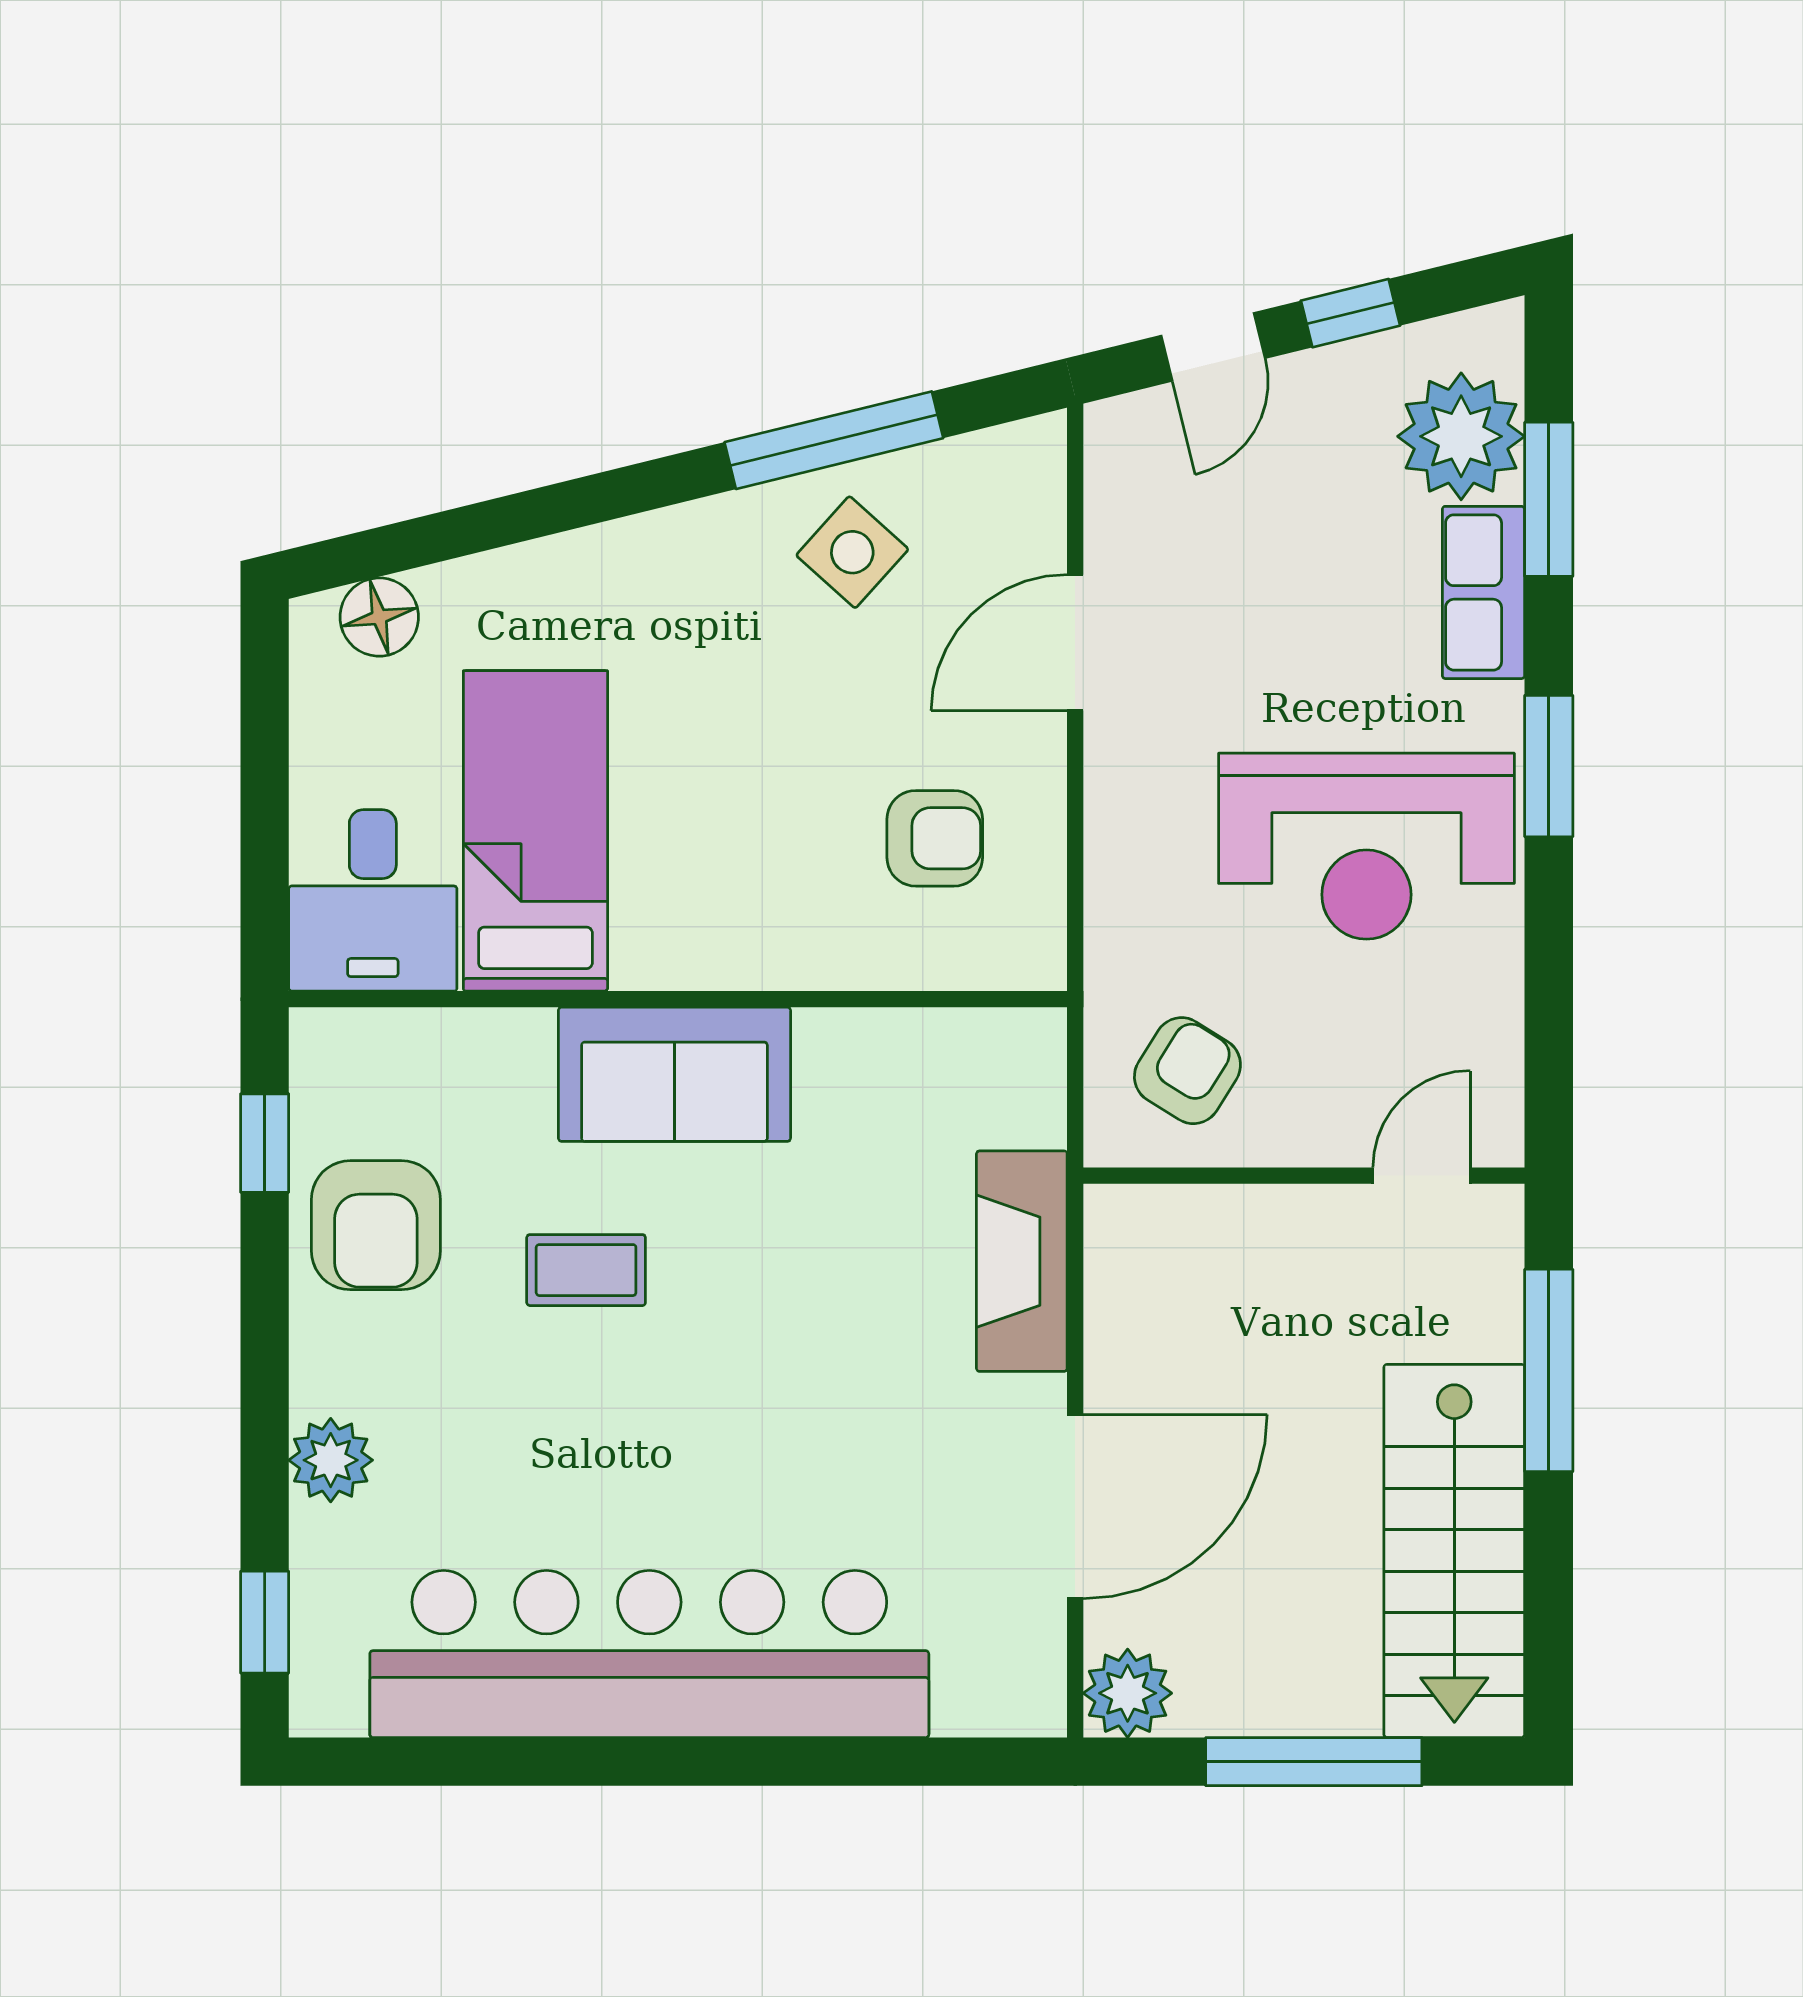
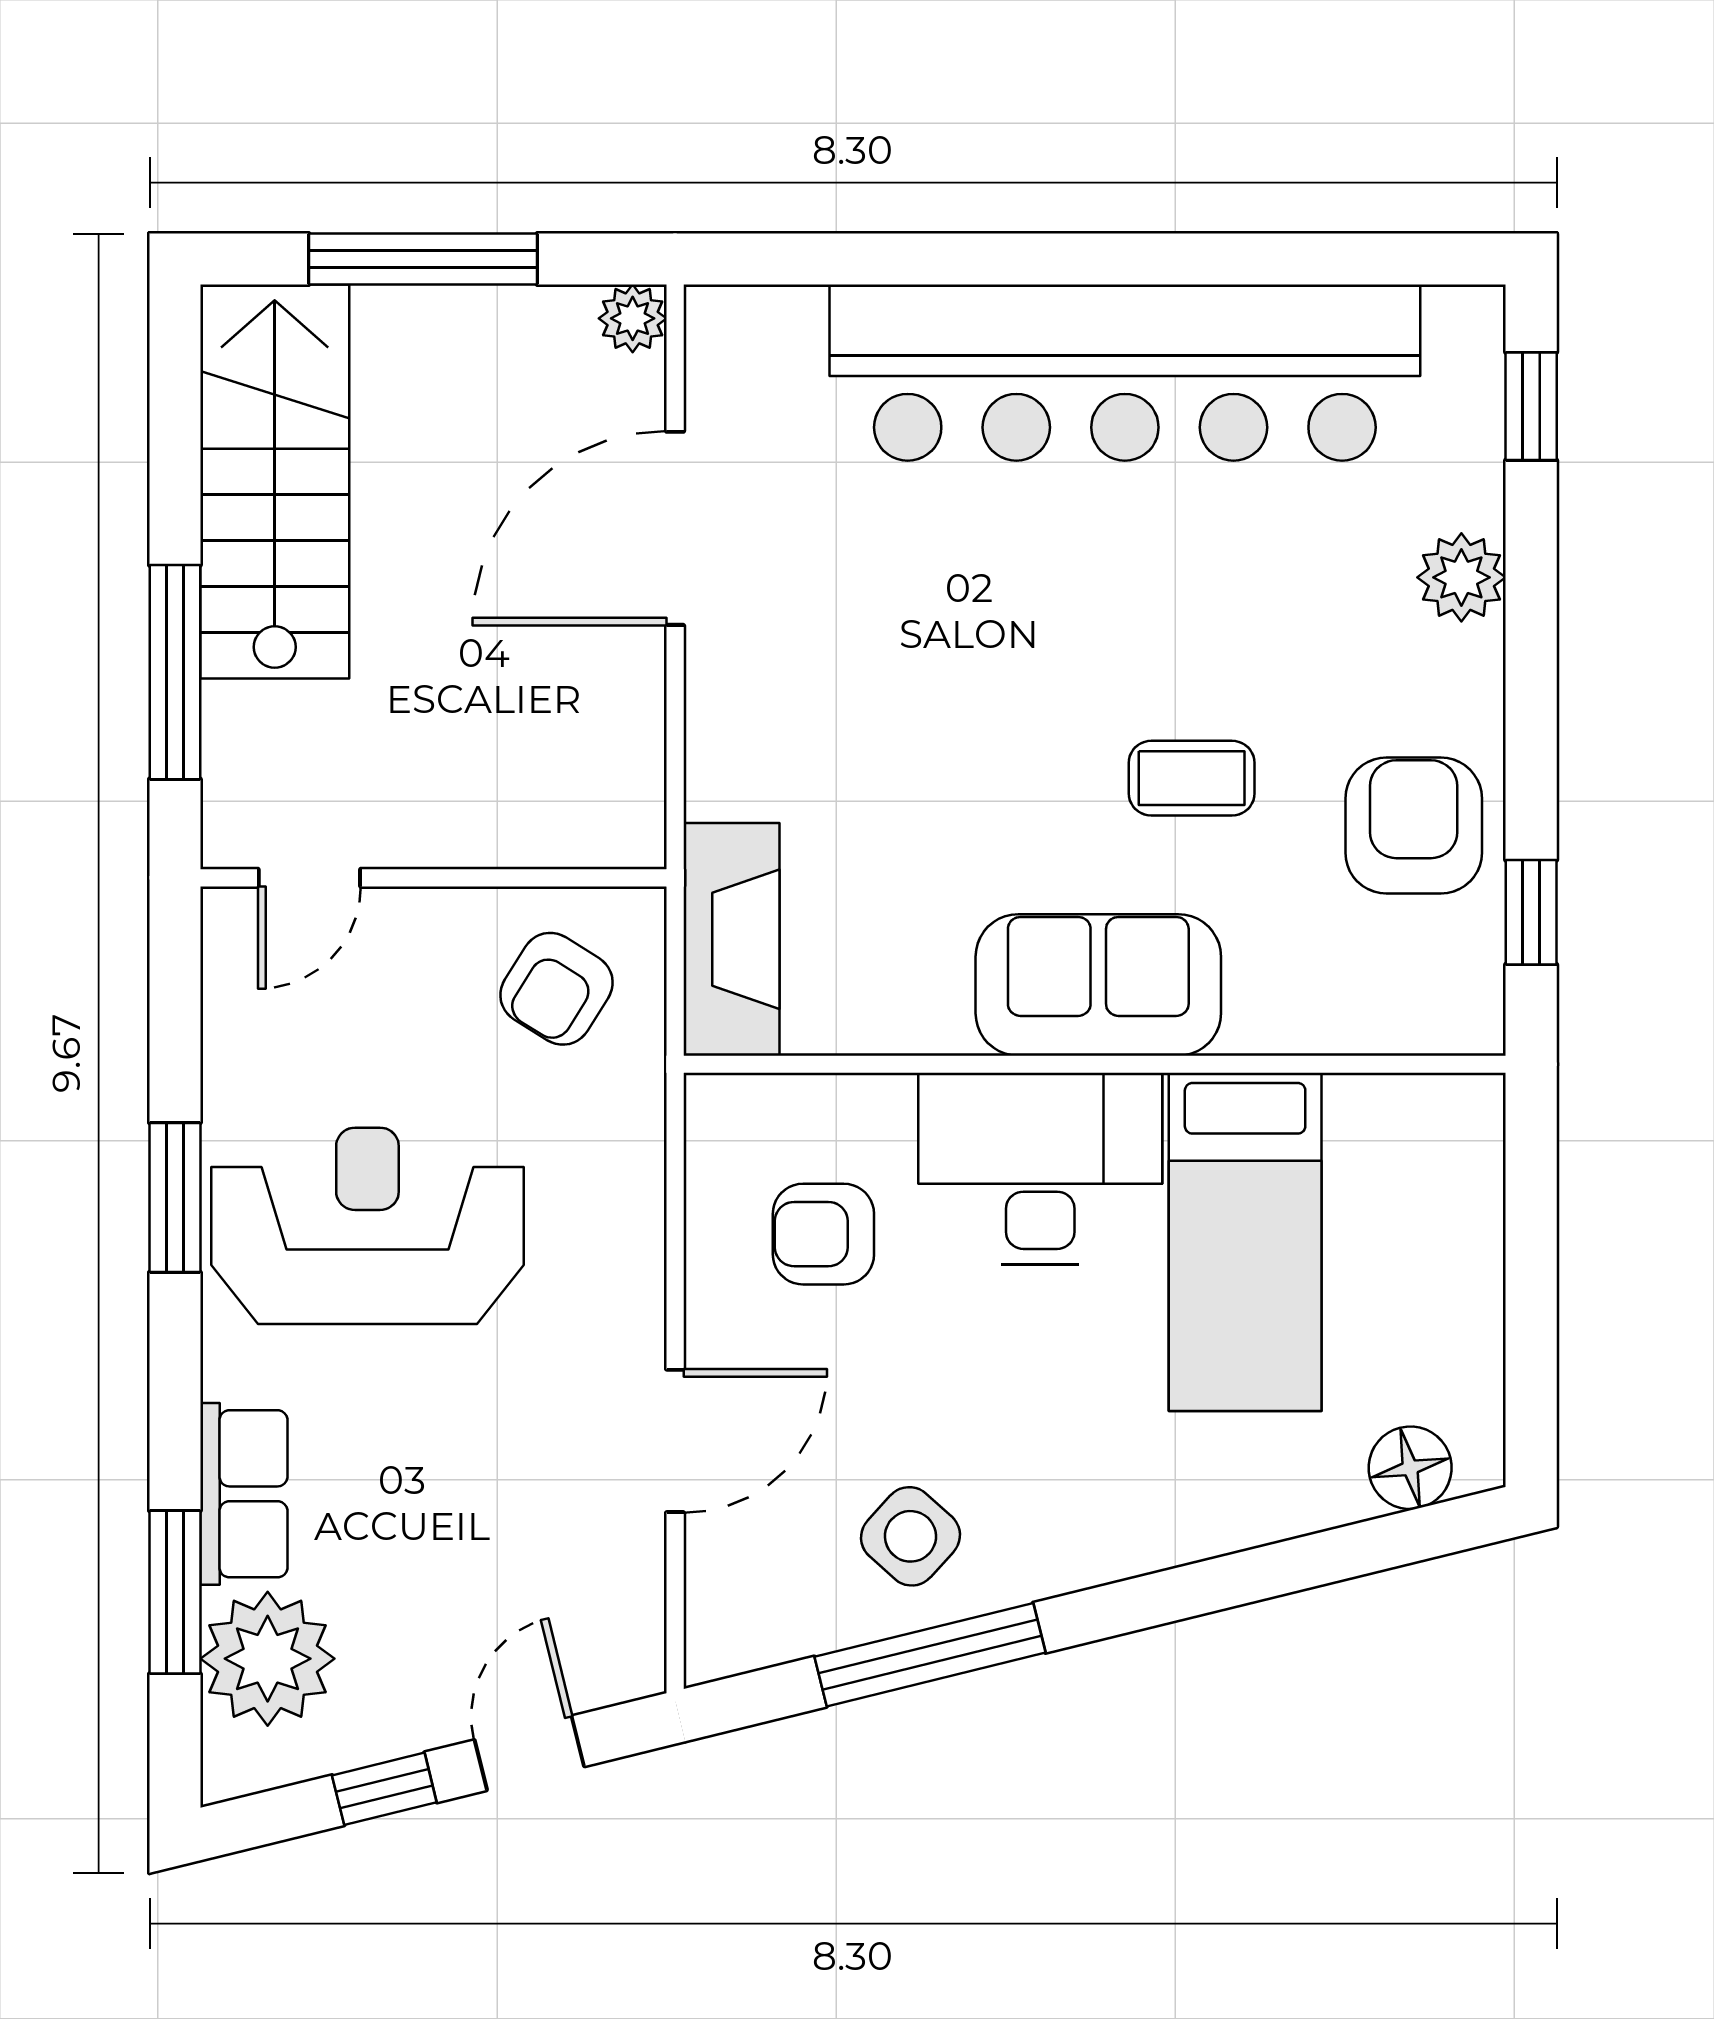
window: (1549, 766) -> (175, 1198), moved
desk: (373, 900) -> (1040, 1169), moved, width x1.37
fireplace: (1022, 1261) -> (731, 939), moved
plant: (1128, 1693) -> (633, 318), width x0.73, depth x0.73

